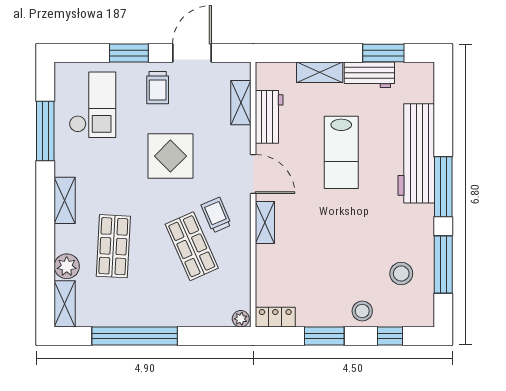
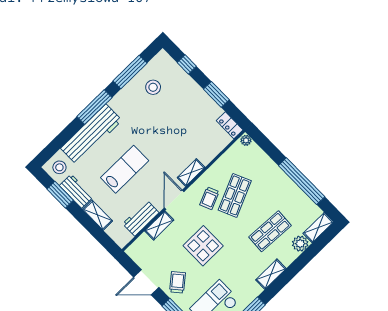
trolley: (158, 88) -> (178, 282), turned -40
shelving: (241, 103) -> (159, 225), moved
stool: (362, 311) -> (59, 167), moved

